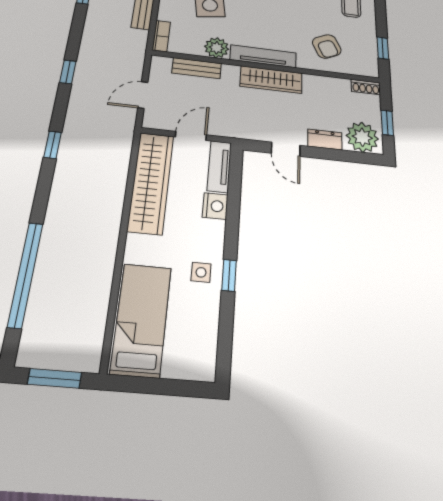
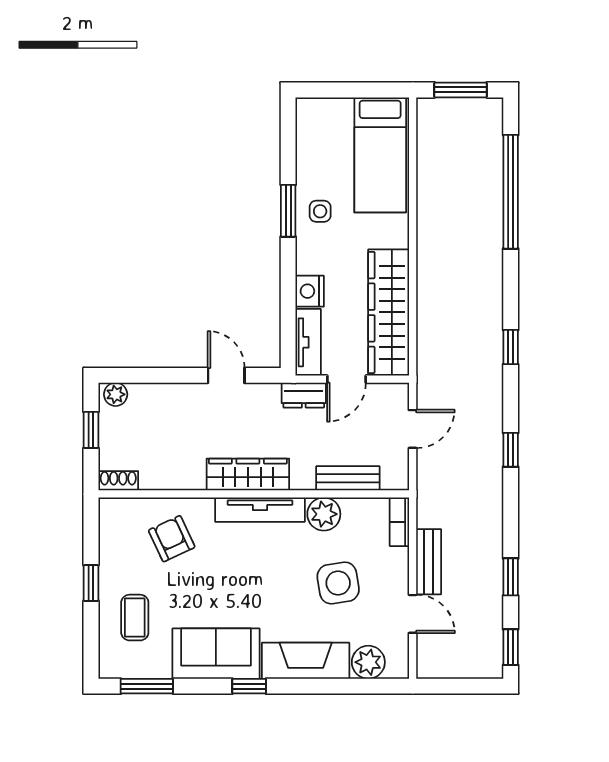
window: (383, 48) -> (91, 583), moved
plant: (362, 137) -> (116, 394), width x0.53, depth x0.53
dresser: (325, 139) -> (304, 395), moved
window: (229, 275) -> (288, 211), width x1.50

